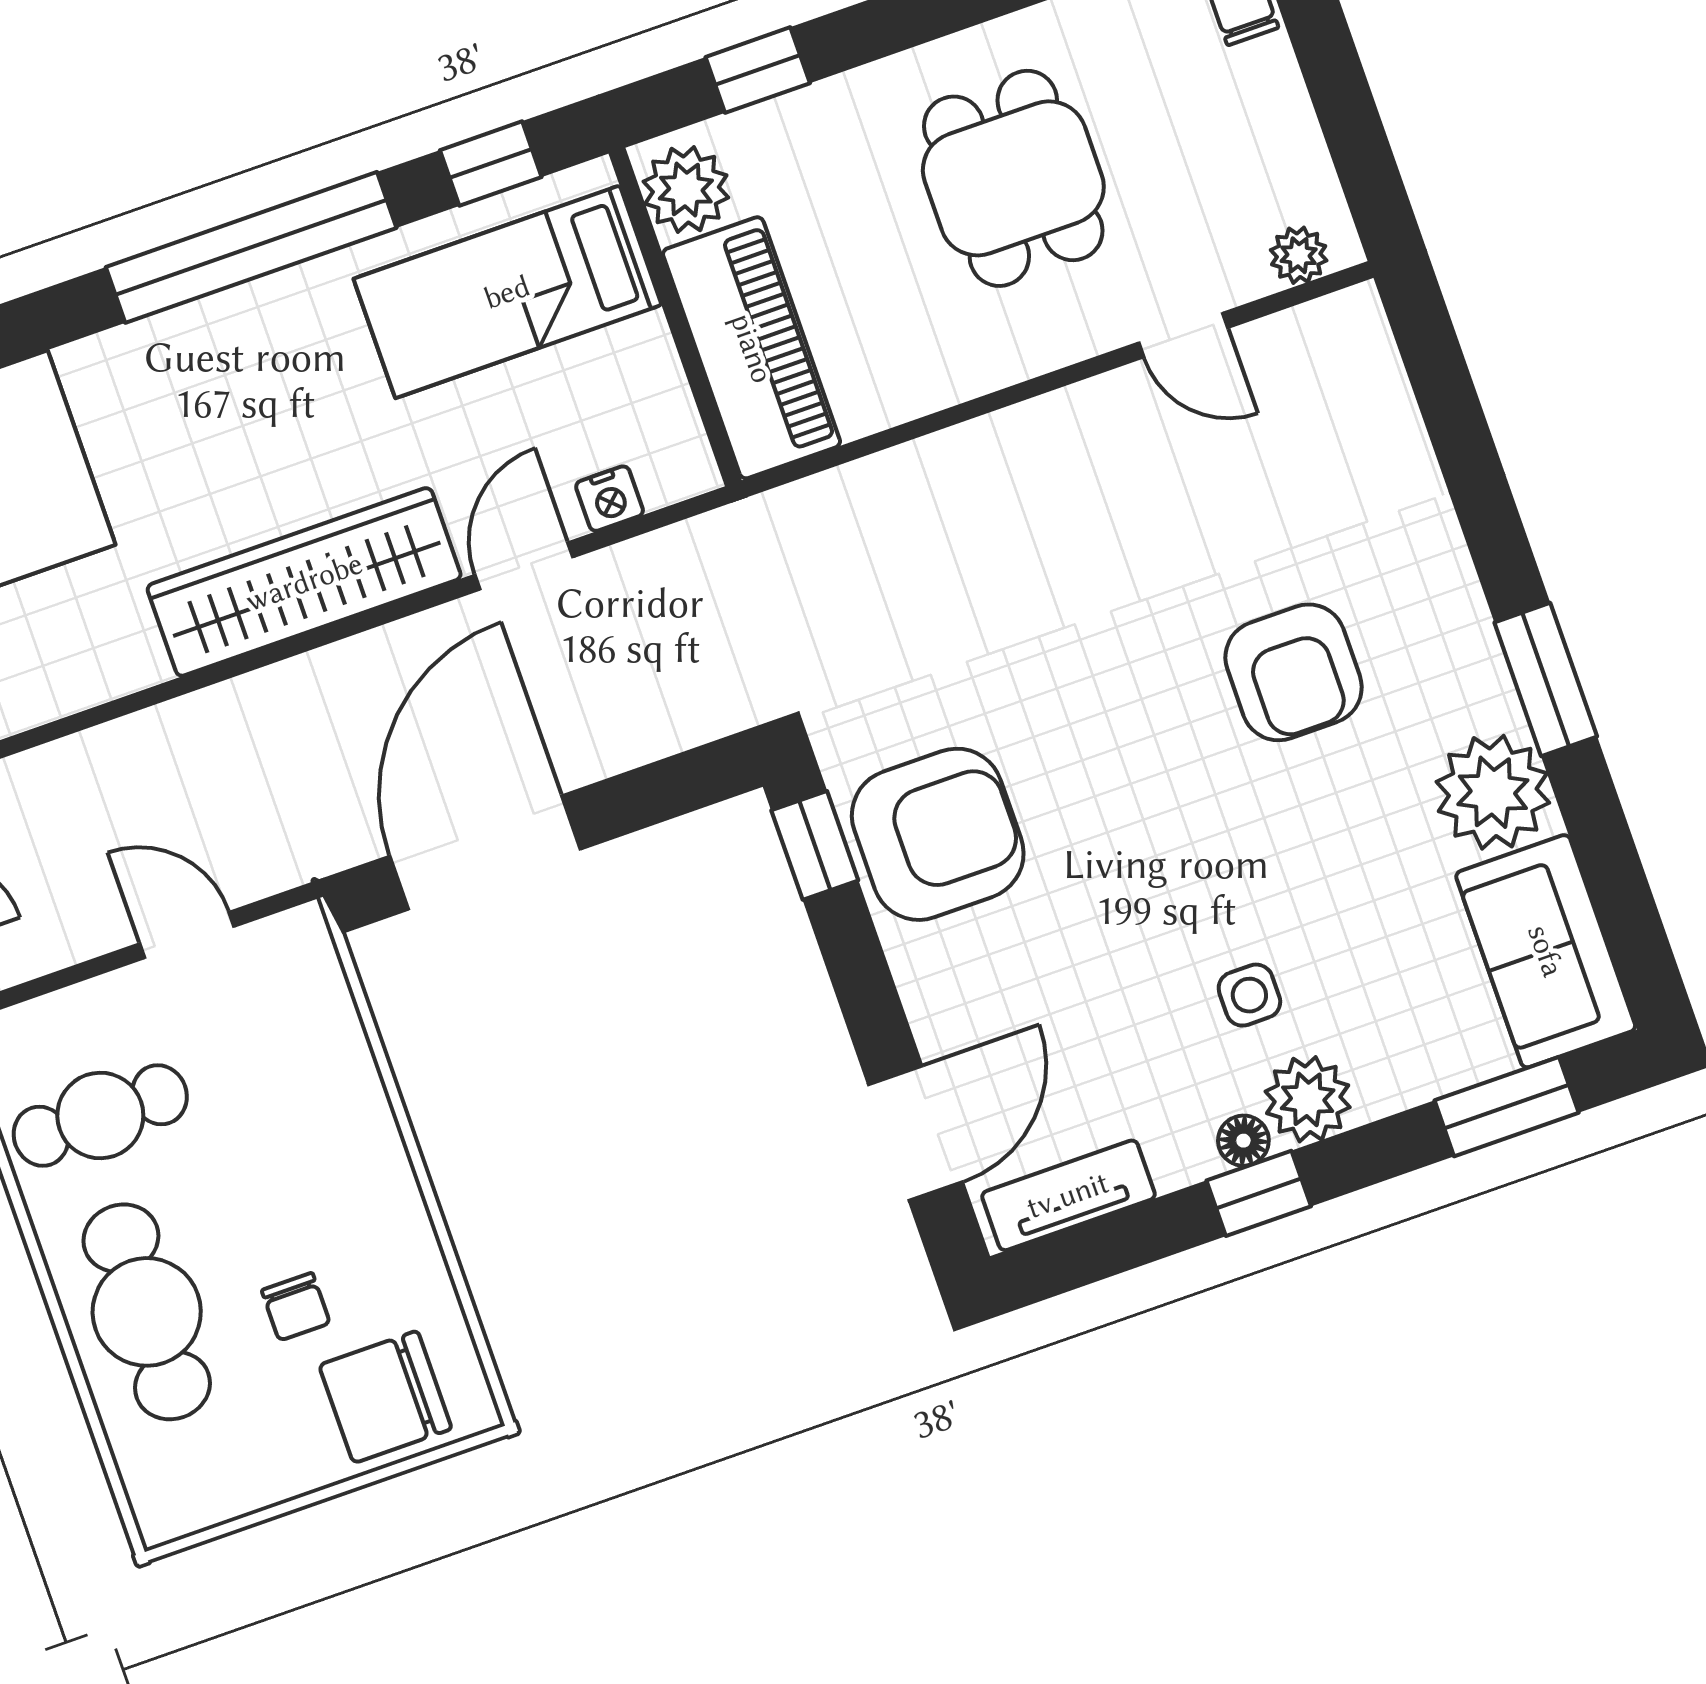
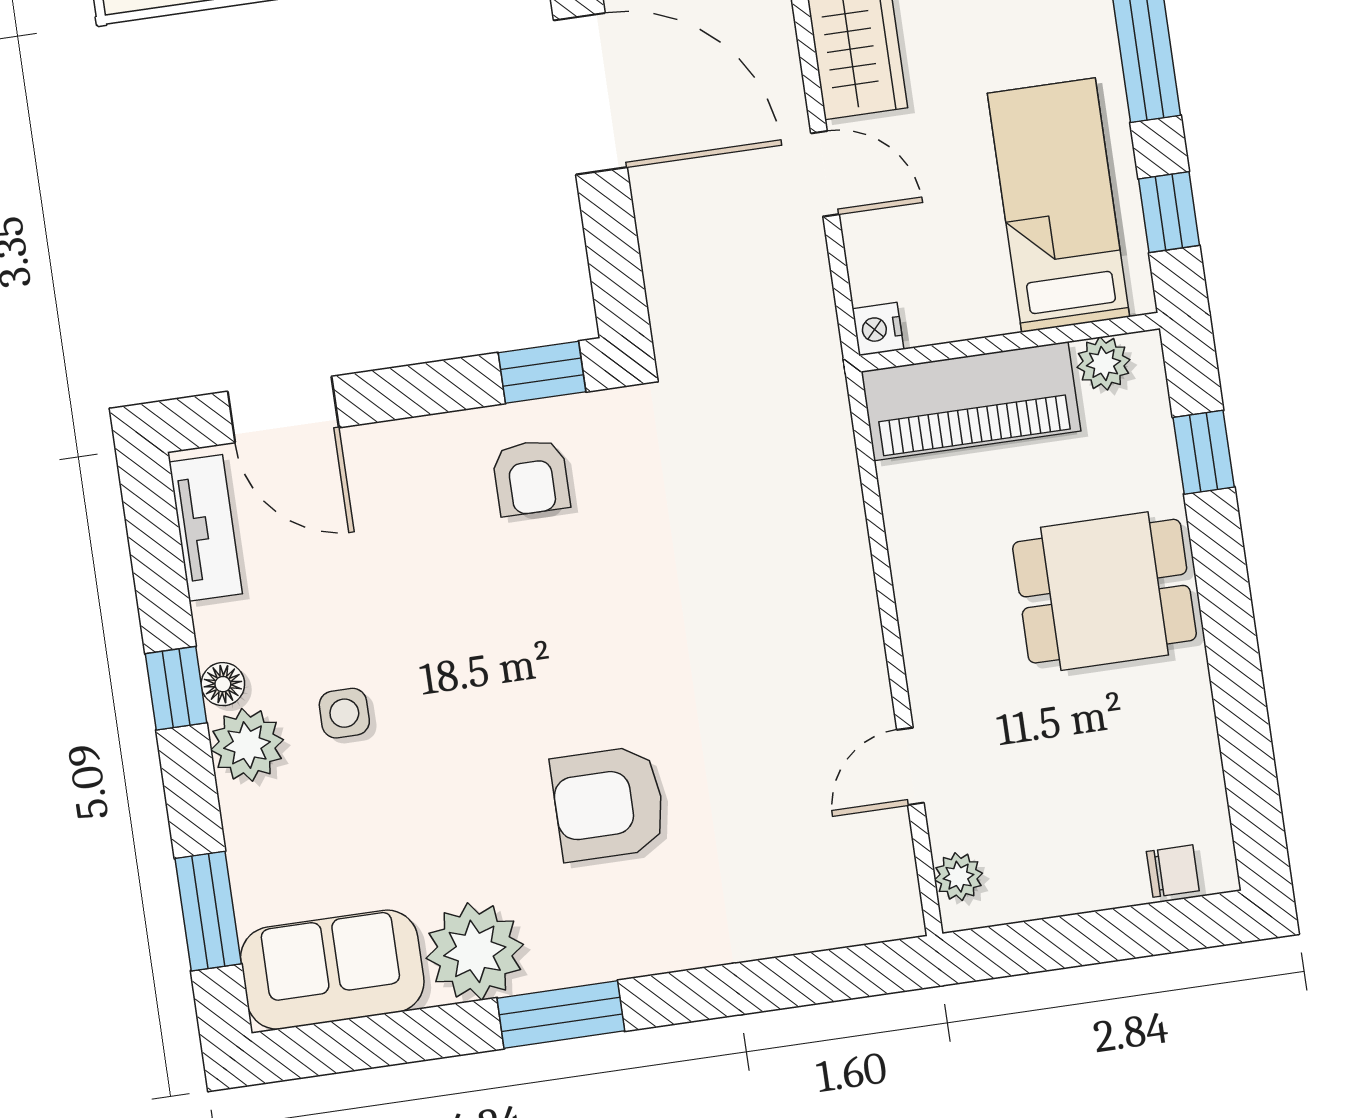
dining table: (1013, 178) -> (1105, 591), moved
plant: (686, 190) -> (1104, 363), width x0.73, depth x0.73
nightstand: (610, 499) -> (878, 329), moved
armchair: (938, 834) -> (531, 477), width x0.53, depth x0.53

